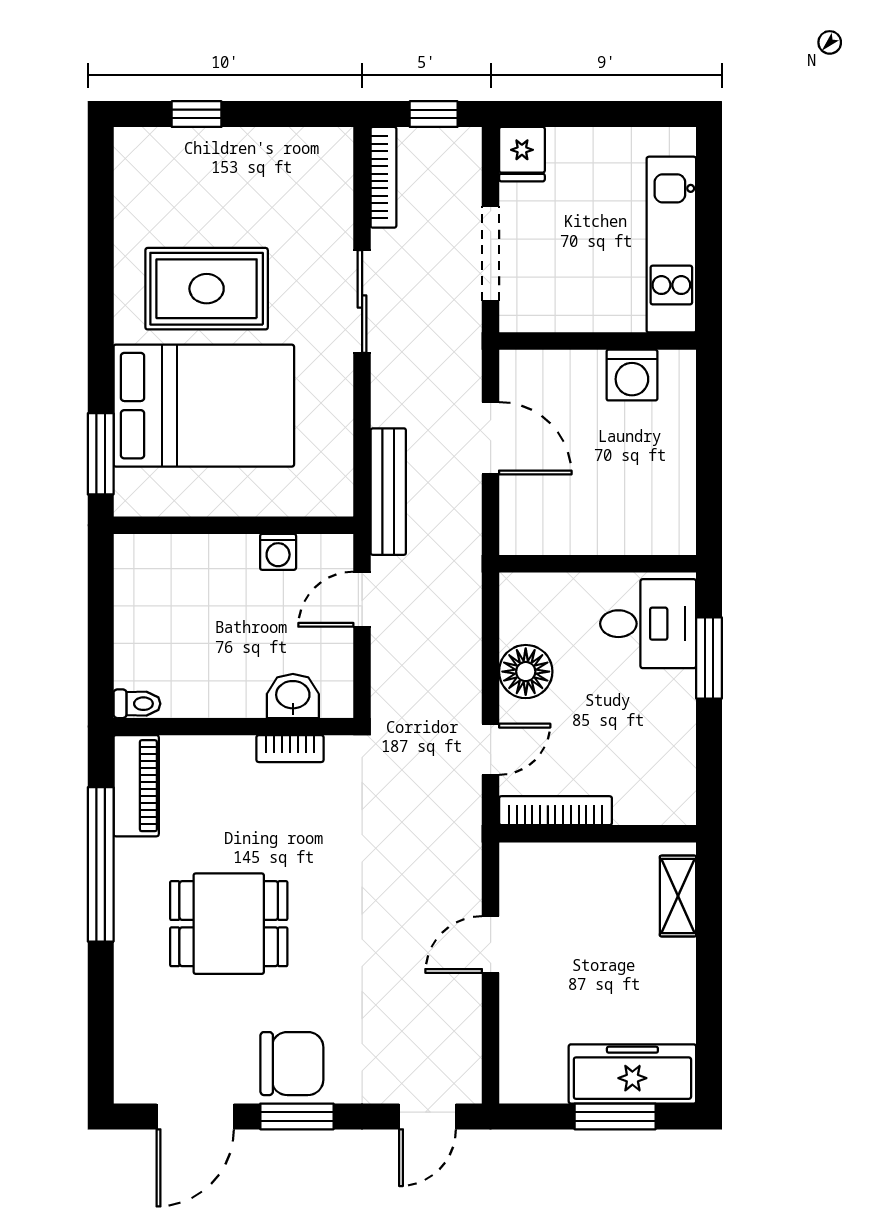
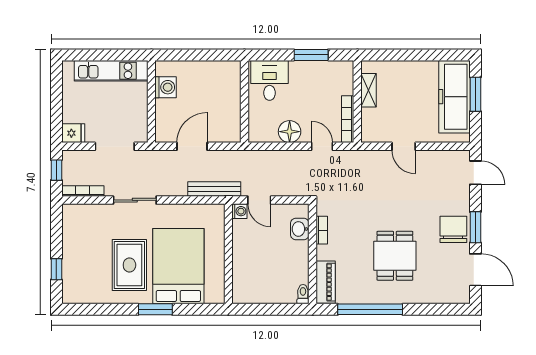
window: (101, 454) -> (155, 309), moved
washing machine: (278, 552) -> (239, 211), moved
window: (709, 658) -> (311, 55), moved
piano: (136, 786) -> (326, 282), moved, turned 90
shelving: (678, 896) -> (368, 90), moved, turned 90
freezer: (632, 1074) -> (455, 97), width x1.36, depth x1.26

